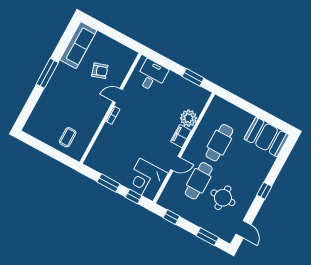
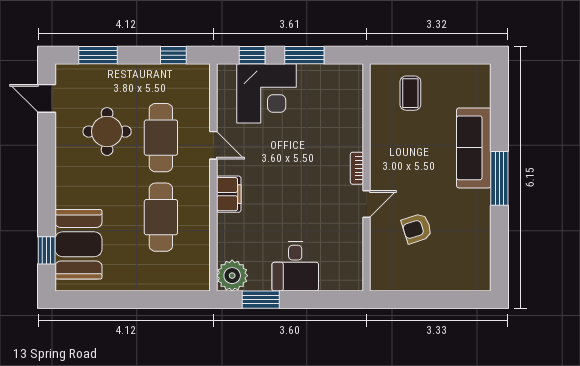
sofa: (78, 45) -> (474, 148), moved
desk: (152, 76) -> (295, 266), moved
plant: (188, 118) -> (232, 276), moved
booth: (267, 137) -> (78, 244), moved, turned 90
door: (176, 163) -> (213, 145), swing flipped
corner desk: (146, 180) -> (267, 93), moved, turned 90
window: (264, 191) -> (47, 250), moved

